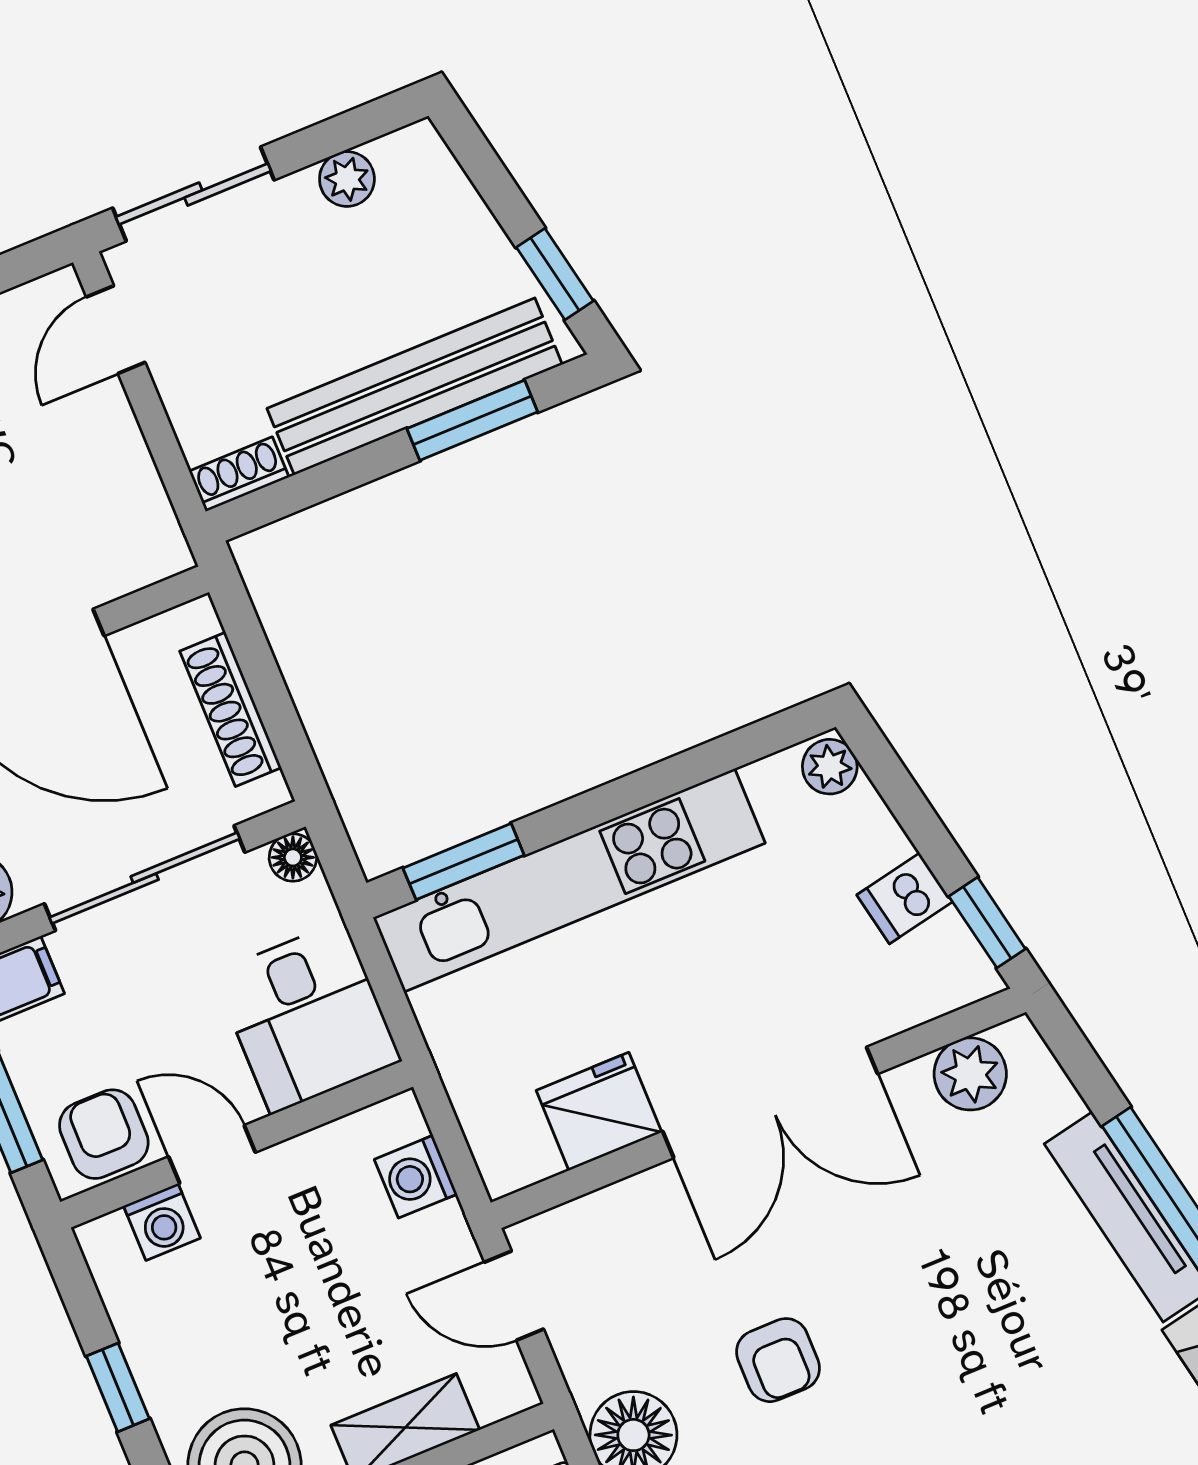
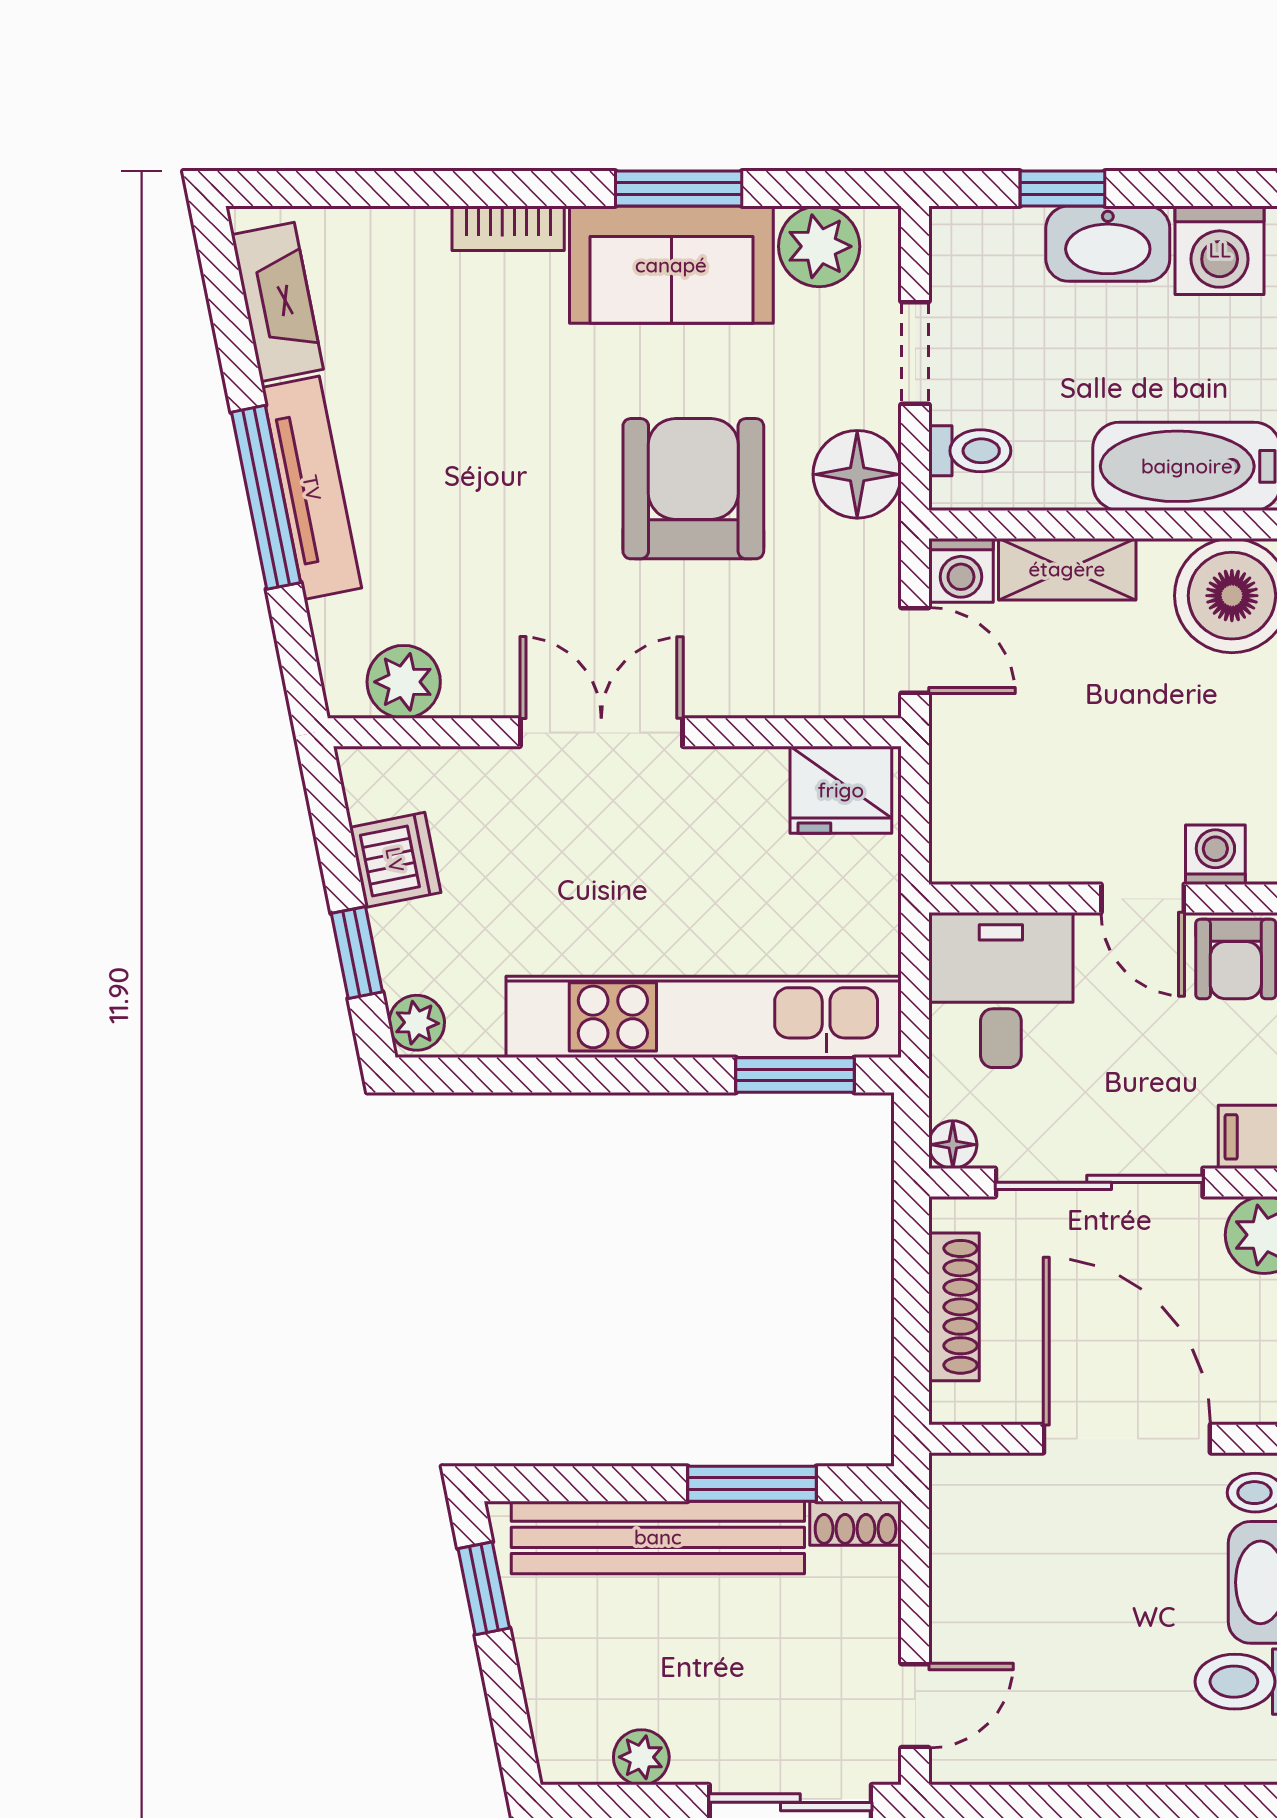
window: (472, 420) -> (752, 1484), moved
dishwasher: (905, 898) -> (395, 860), width x1.38
window: (987, 923) -> (357, 953), moved
double door: (770, 1102) -> (601, 732), width x0.73
fridge: (599, 1111) -> (841, 790), moved
washing machine: (416, 1177) -> (961, 570), moved, turned 90
armchair: (778, 1360) -> (693, 489), width x1.88, depth x1.88

